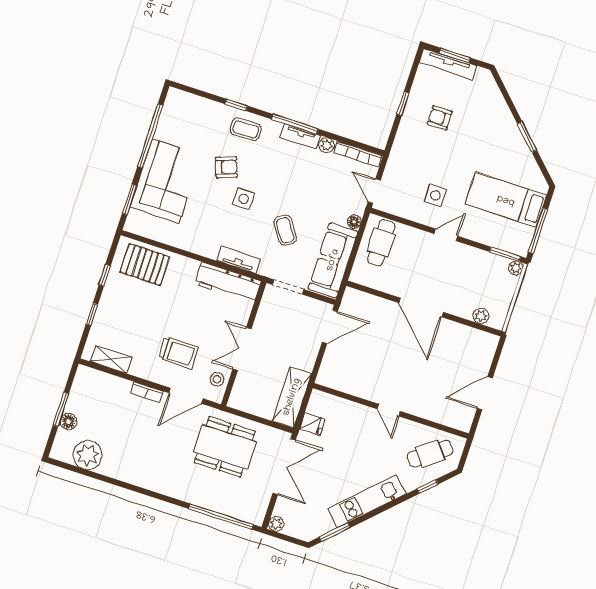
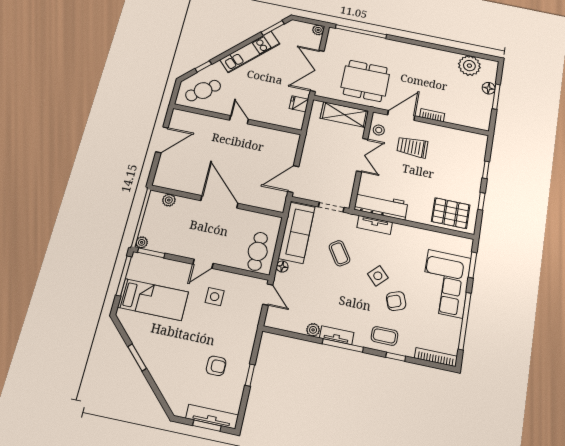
bookcase: (358, 154) -> (436, 357), moved
side table: (244, 199) -> (378, 276), turned 45
shelving: (111, 359) -> (464, 137), removed
shelving: (292, 397) -> (344, 115), moved, turned 90

